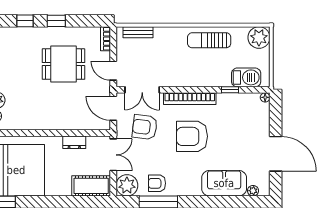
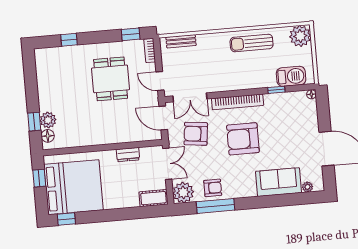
window: (56, 21) -> (131, 34), moved
dining table: (63, 64) -> (111, 79), turned 90
armchair: (157, 183) -> (213, 188), turned 180
cot: (91, 186) -> (153, 198), width x0.73, depth x0.75

